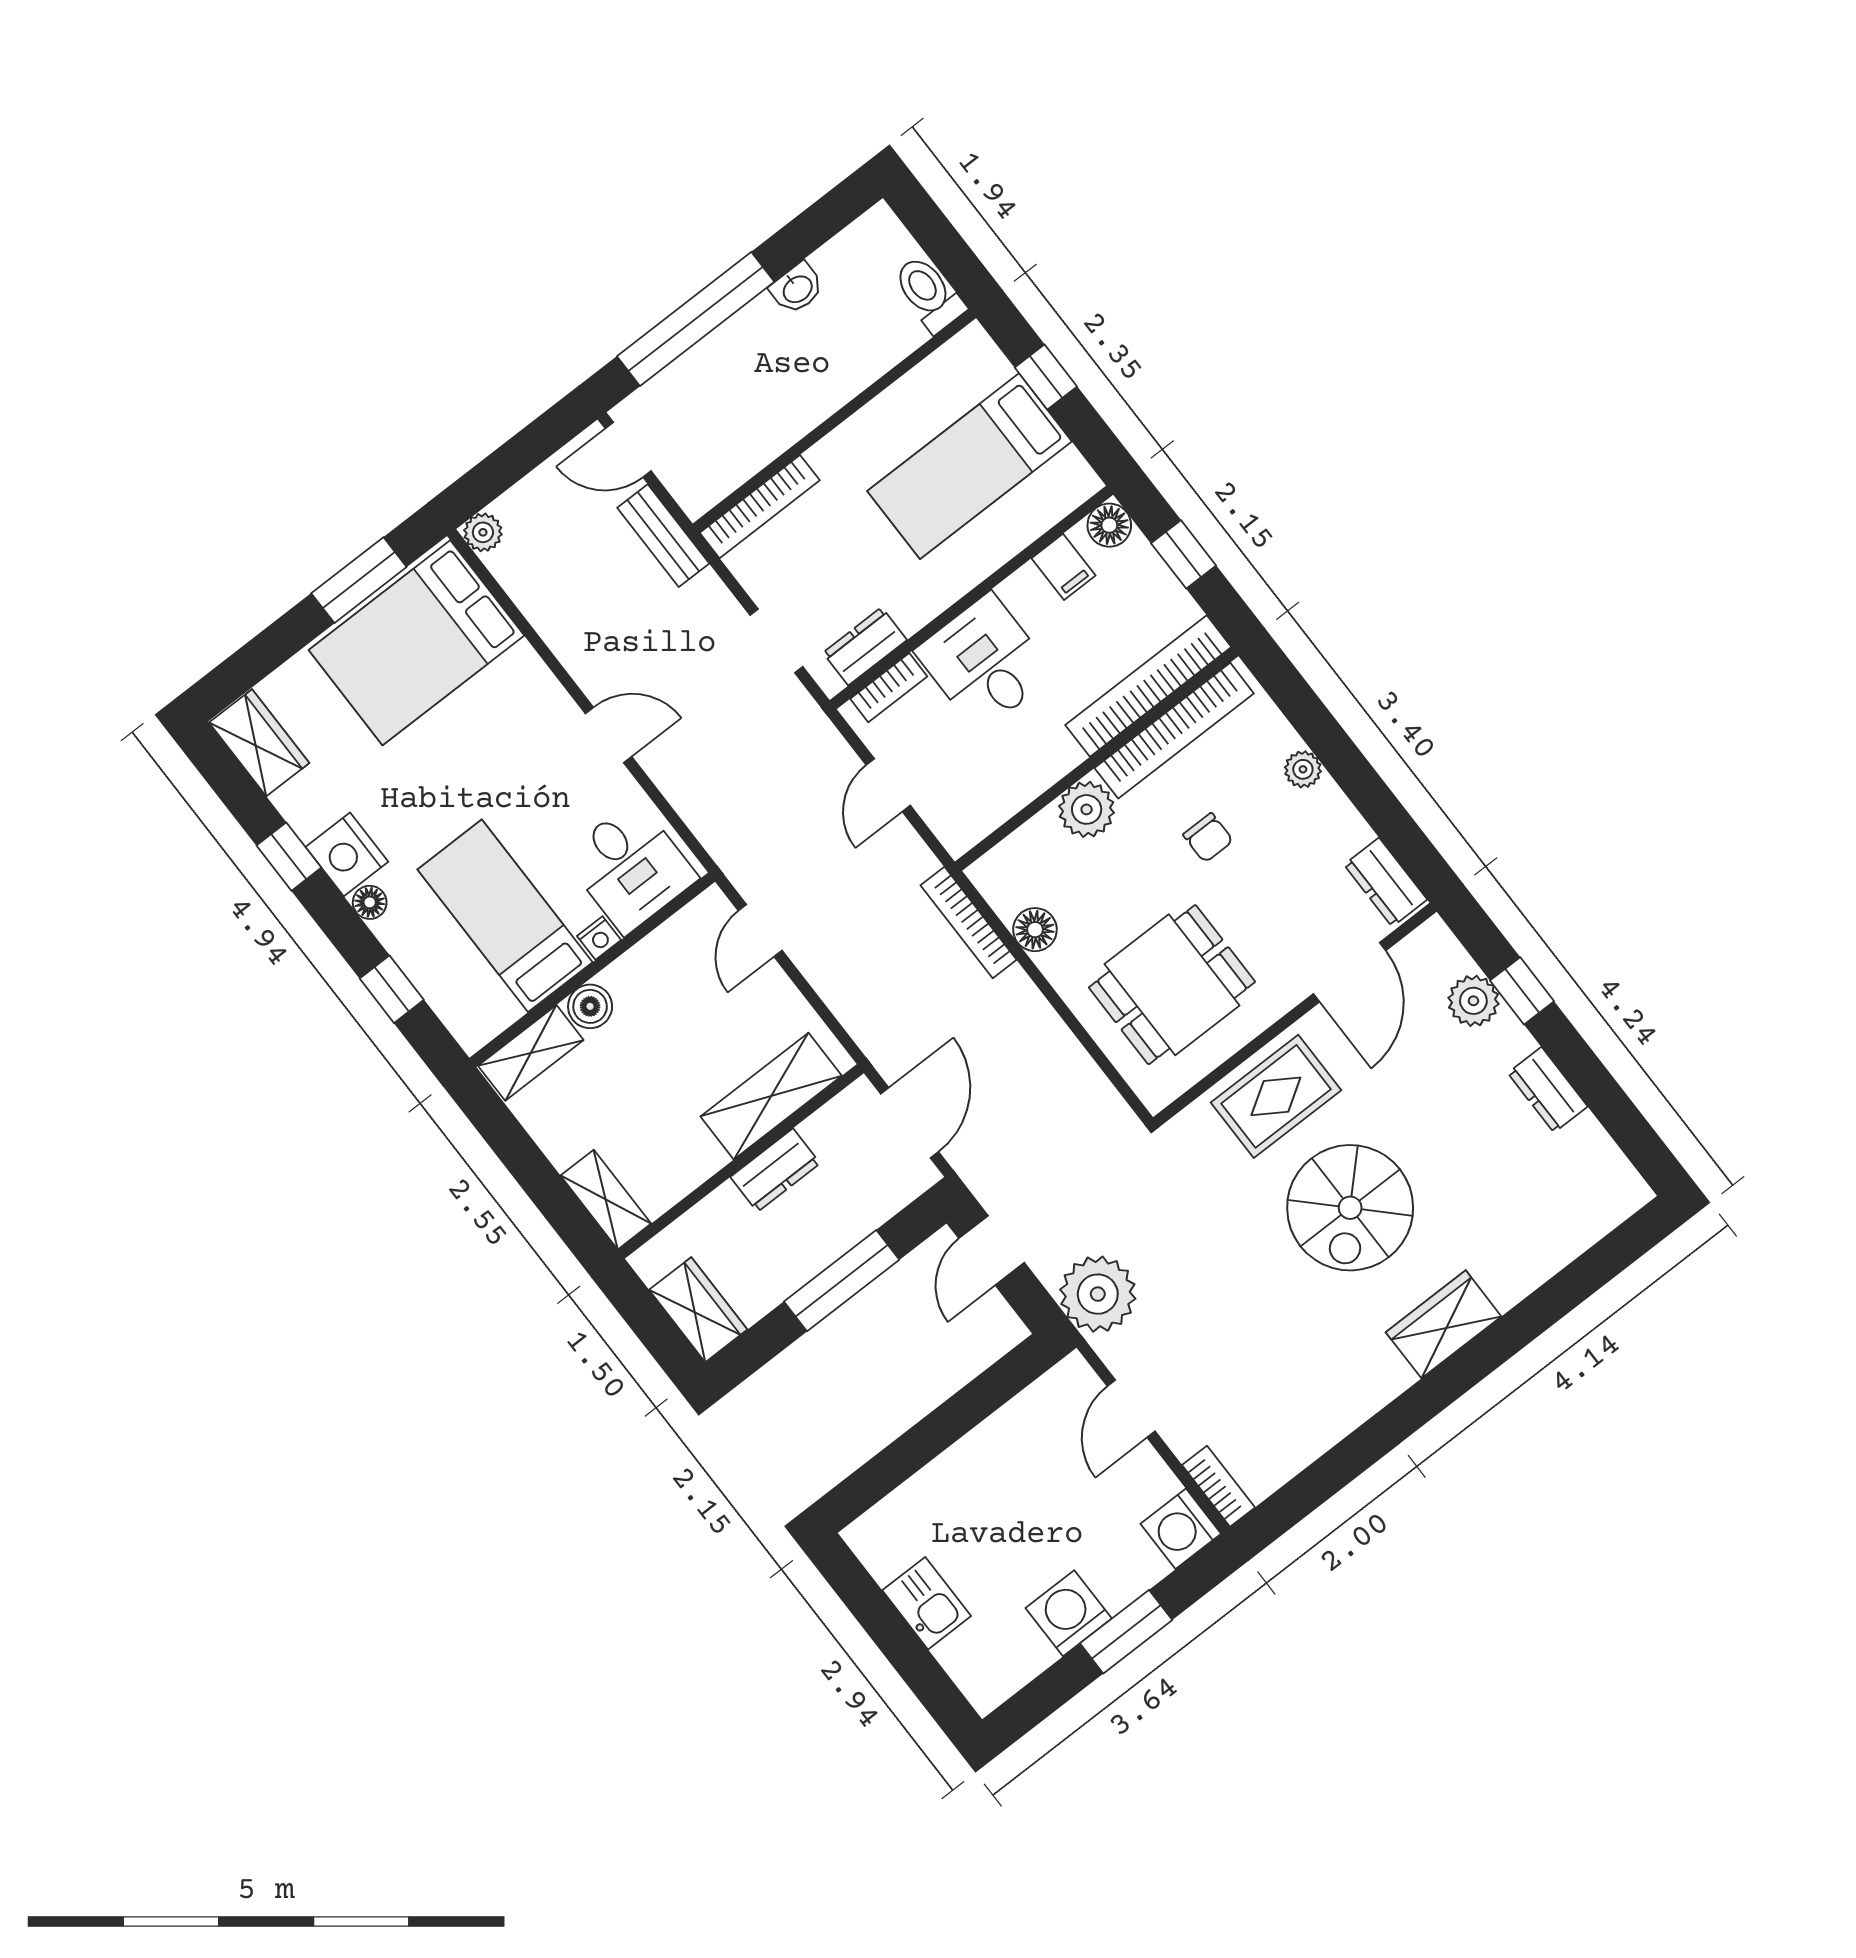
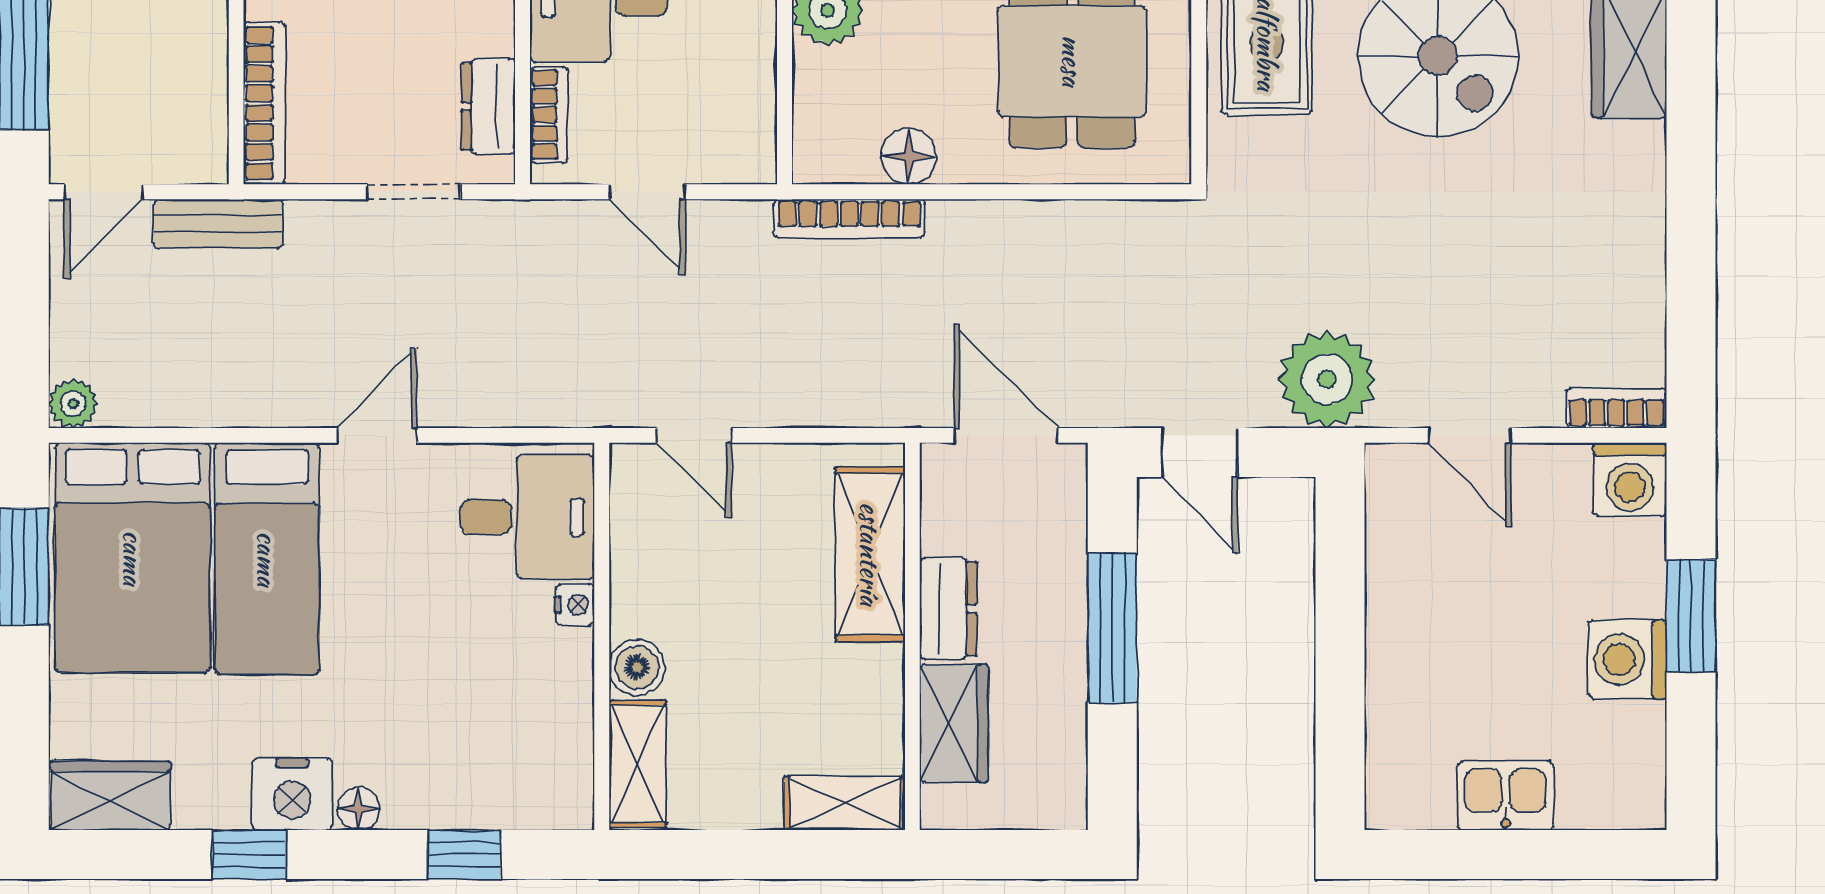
bed: (505, 916) -> (267, 559), moved, turned -90
wardrobe: (698, 1310) -> (954, 723), moved, turned 90

